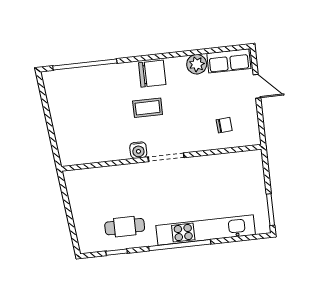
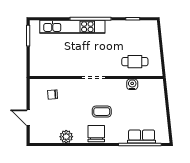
row of seats: (229, 61) -> (142, 137), moved
chair: (152, 74) -> (96, 134), turned 90
water cooler: (138, 150) -> (132, 84), moved
cafe table: (125, 227) -> (135, 62), moved

